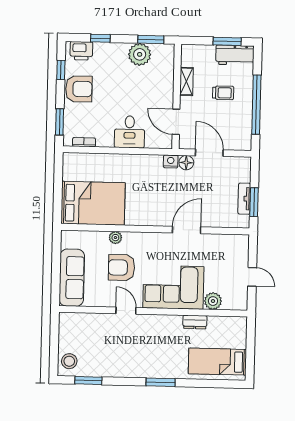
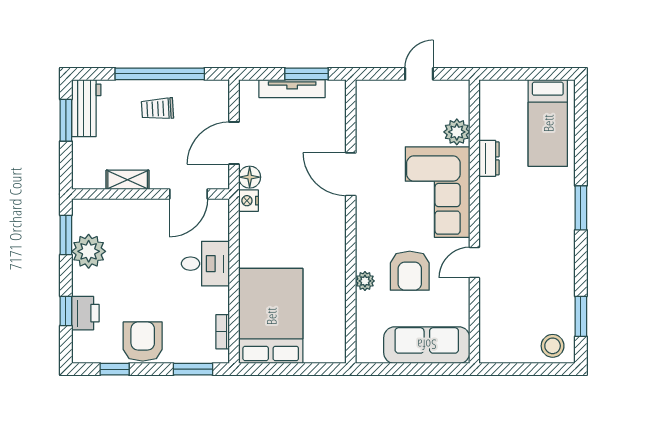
printer: (81, 51) -> (85, 313), moved
trolley: (223, 93) -> (157, 109), moved, turned -93
tv unit: (244, 199) -> (292, 89), width x1.41
bed: (93, 203) -> (271, 316), moved

